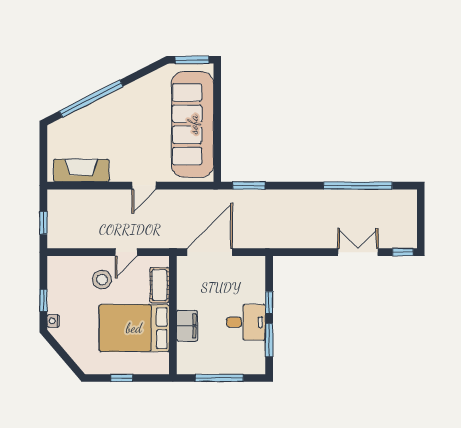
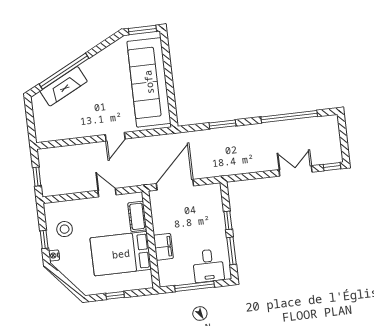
fireplace: (81, 171) -> (64, 86), moved, turned 153
window: (249, 186) -> (223, 124), moved
door: (126, 252) -> (107, 193), swing flipped
stool: (102, 280) -> (65, 229), moved
desk: (246, 322) -> (208, 266), moved, turned 90

